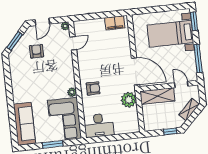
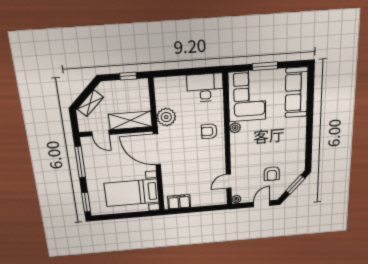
bed with nightstands: (170, 34) -> (132, 193), moved, turned 180
window: (170, 131) -> (128, 76), moved

